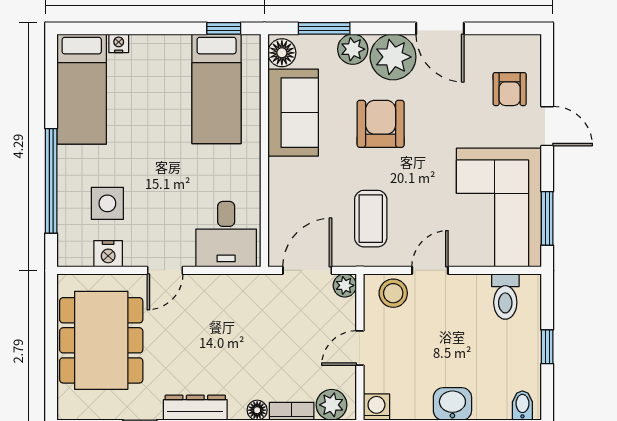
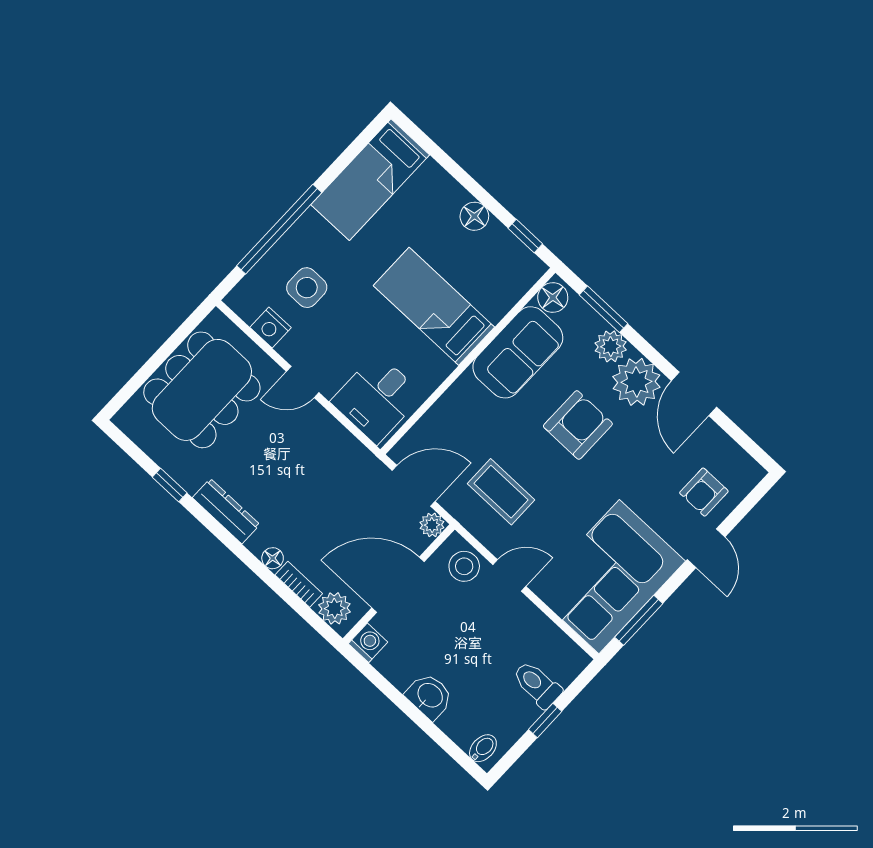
nightstand: (119, 43) -> (432, 171), removed
floor lamp: (176, 47) -> (474, 216), added
bed: (217, 89) -> (434, 306), moved, turned 90
coffee table: (371, 219) -> (501, 492), turned 90
toilet: (505, 297) -> (537, 684), moved, turned 90
door: (360, 348) -> (398, 585), width x1.88

